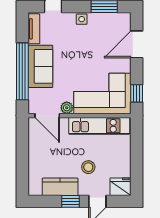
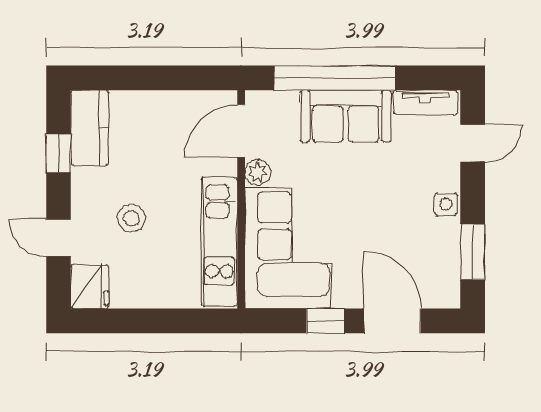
window: (137, 93) -> (325, 321), moved
kitchen counter: (60, 187) -> (90, 128), moved
window: (70, 201) -> (58, 153), moved

